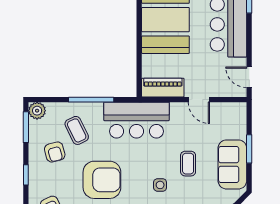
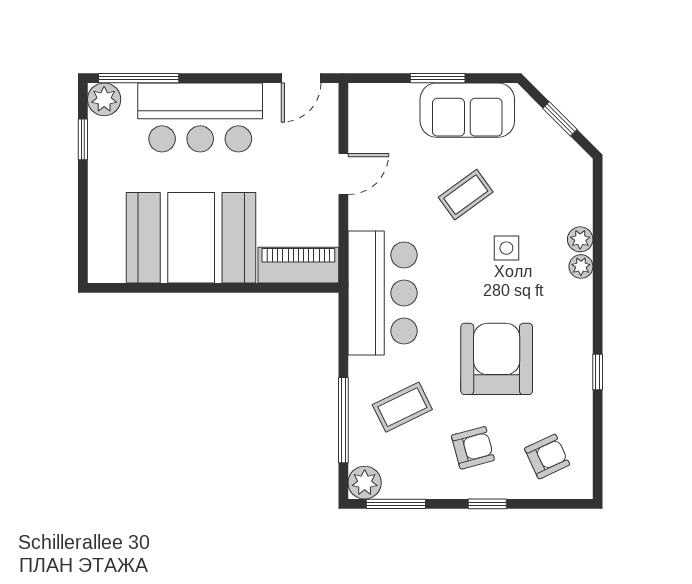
piano: (163, 88) -> (298, 265), moved, turned 90
window: (91, 100) -> (343, 420), moved
armchair: (55, 152) -> (473, 448), moved
coffee table: (188, 164) -> (466, 195), turned -36

